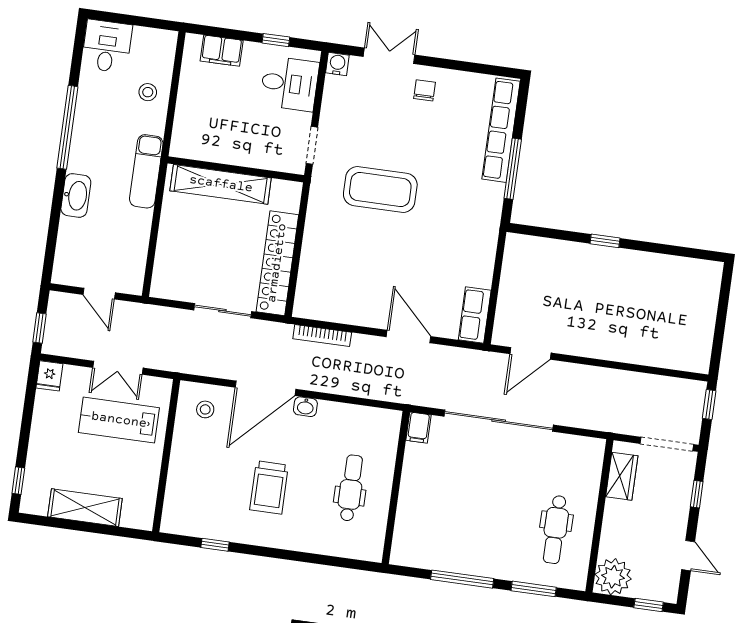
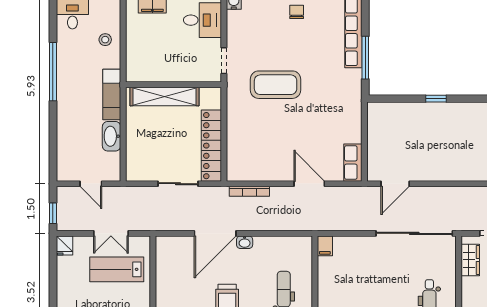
washbasin: (76, 195) -> (112, 136), moved, turned 180
stool: (205, 409) -> (175, 254), removed
sliding door: (499, 421) -> (414, 233), moved

